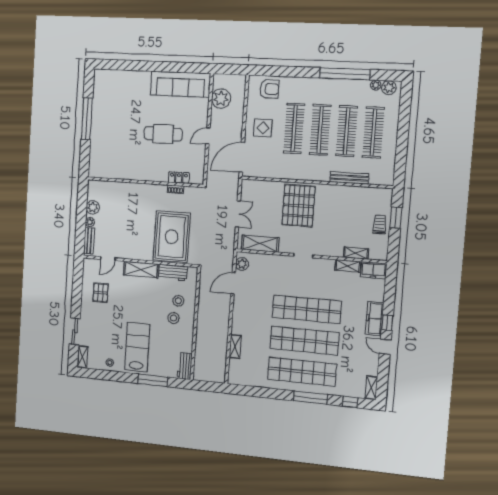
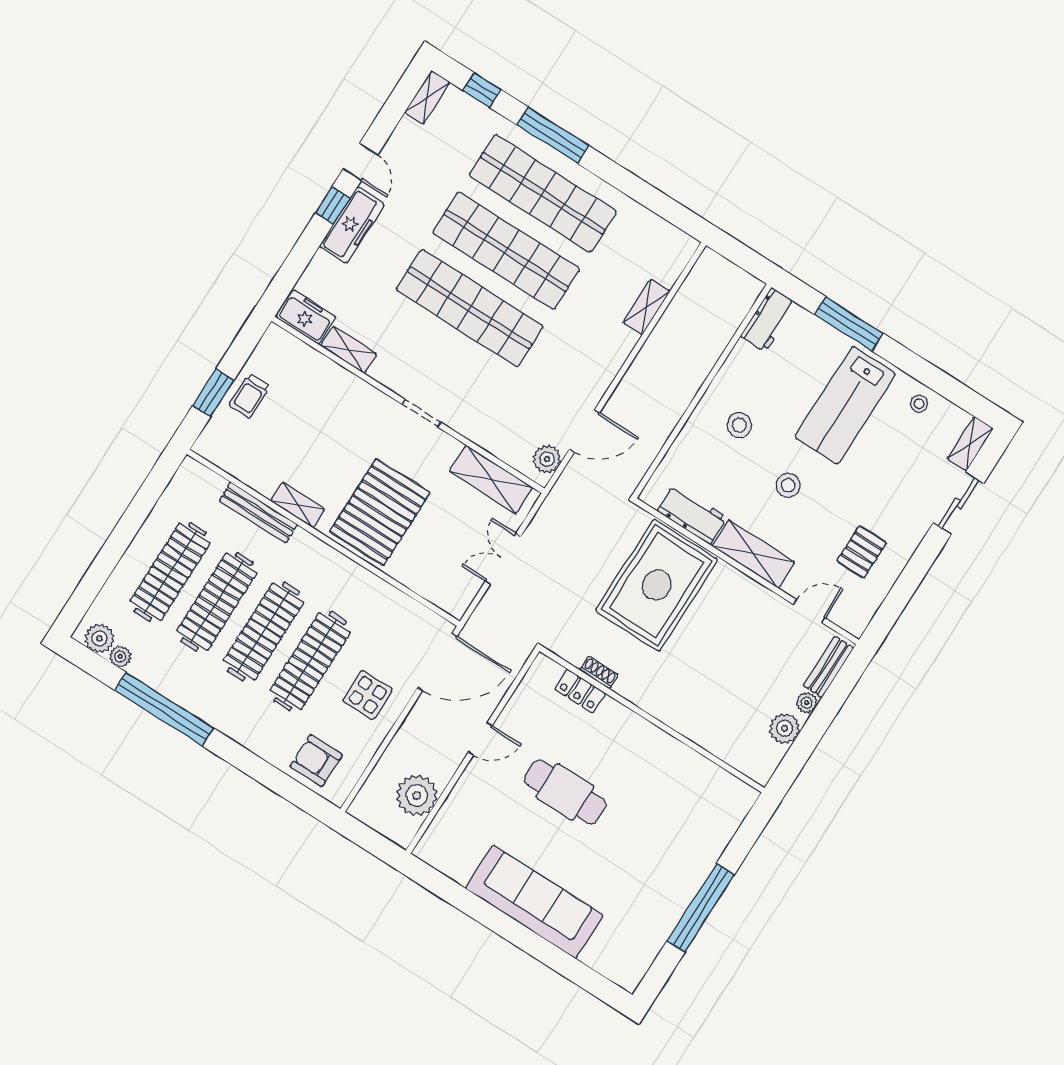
sofa: (180, 84) -> (534, 902), moved
shelving: (356, 253) -> (298, 505), moved
stool: (178, 301) -> (788, 485), moved

